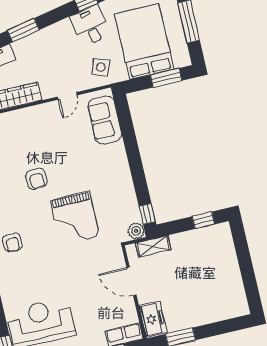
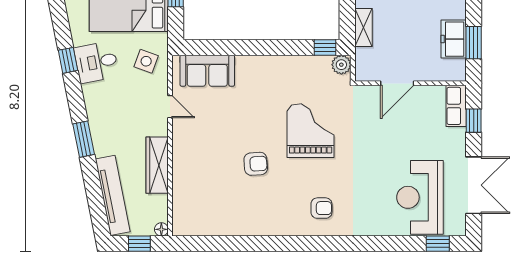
grand piano: (75, 218) -> (311, 131), turned -90
shelving: (153, 246) -> (363, 28), moved
freezer: (153, 319) -> (454, 39), moved, turned -90

